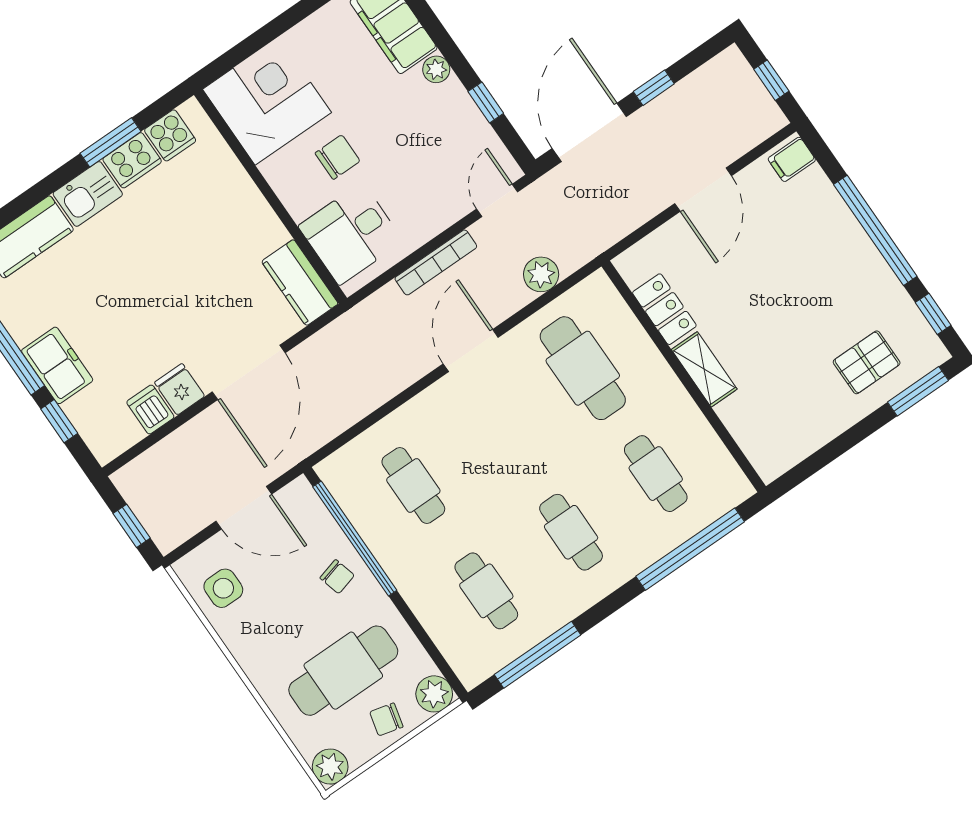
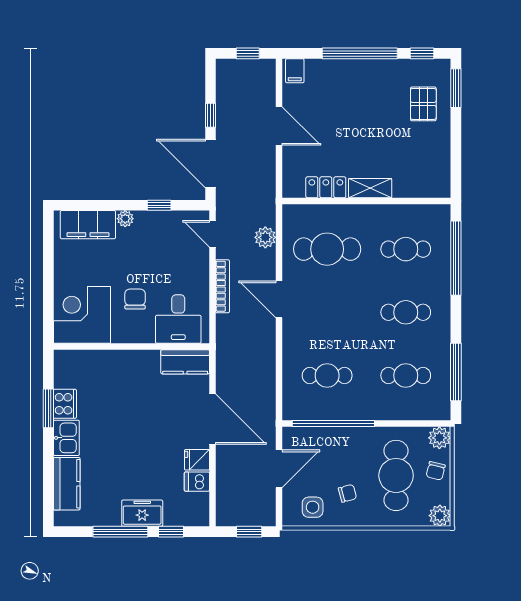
cooker: (170, 135) -> (66, 376), removed
chair: (337, 577) -> (347, 493), moved

